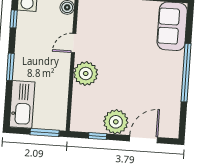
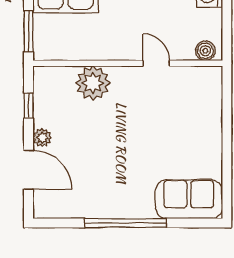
plant: (86, 74) -> (93, 83), moved
plant: (116, 122) -> (42, 138), width x0.53, depth x0.53

